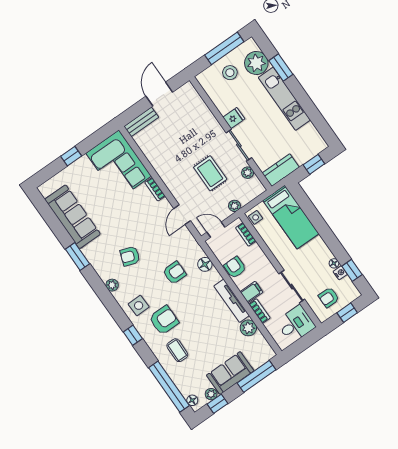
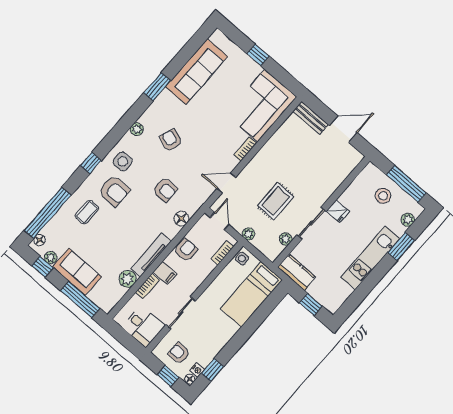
plant: (256, 63) -> (408, 220), width x0.53, depth x0.53
floor lamp: (334, 263) -> (190, 379), moved
nightstand: (340, 273) -> (197, 370), moved

